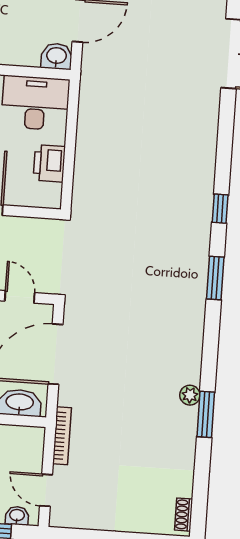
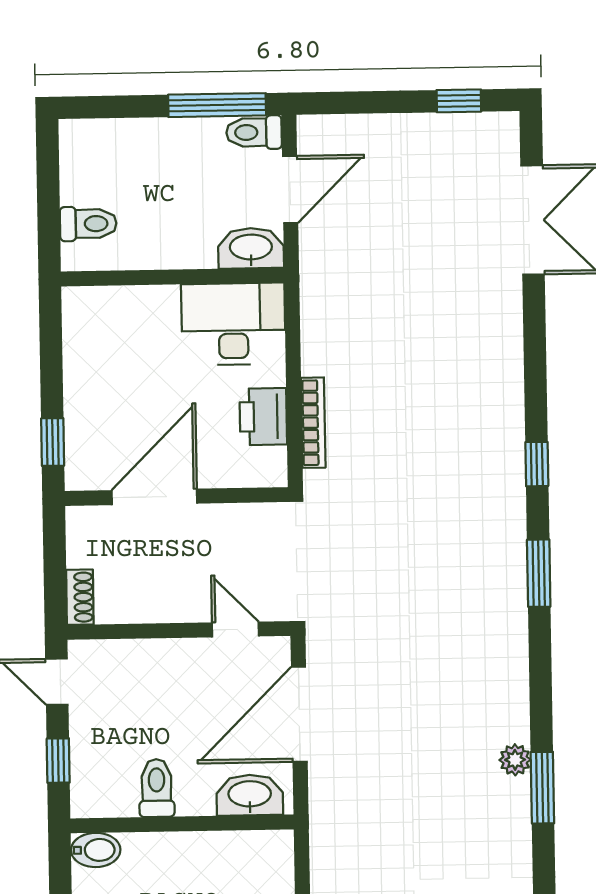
washbasin: (57, 56) -> (251, 248), width x1.38
bookcase: (62, 436) -> (313, 423), moved

